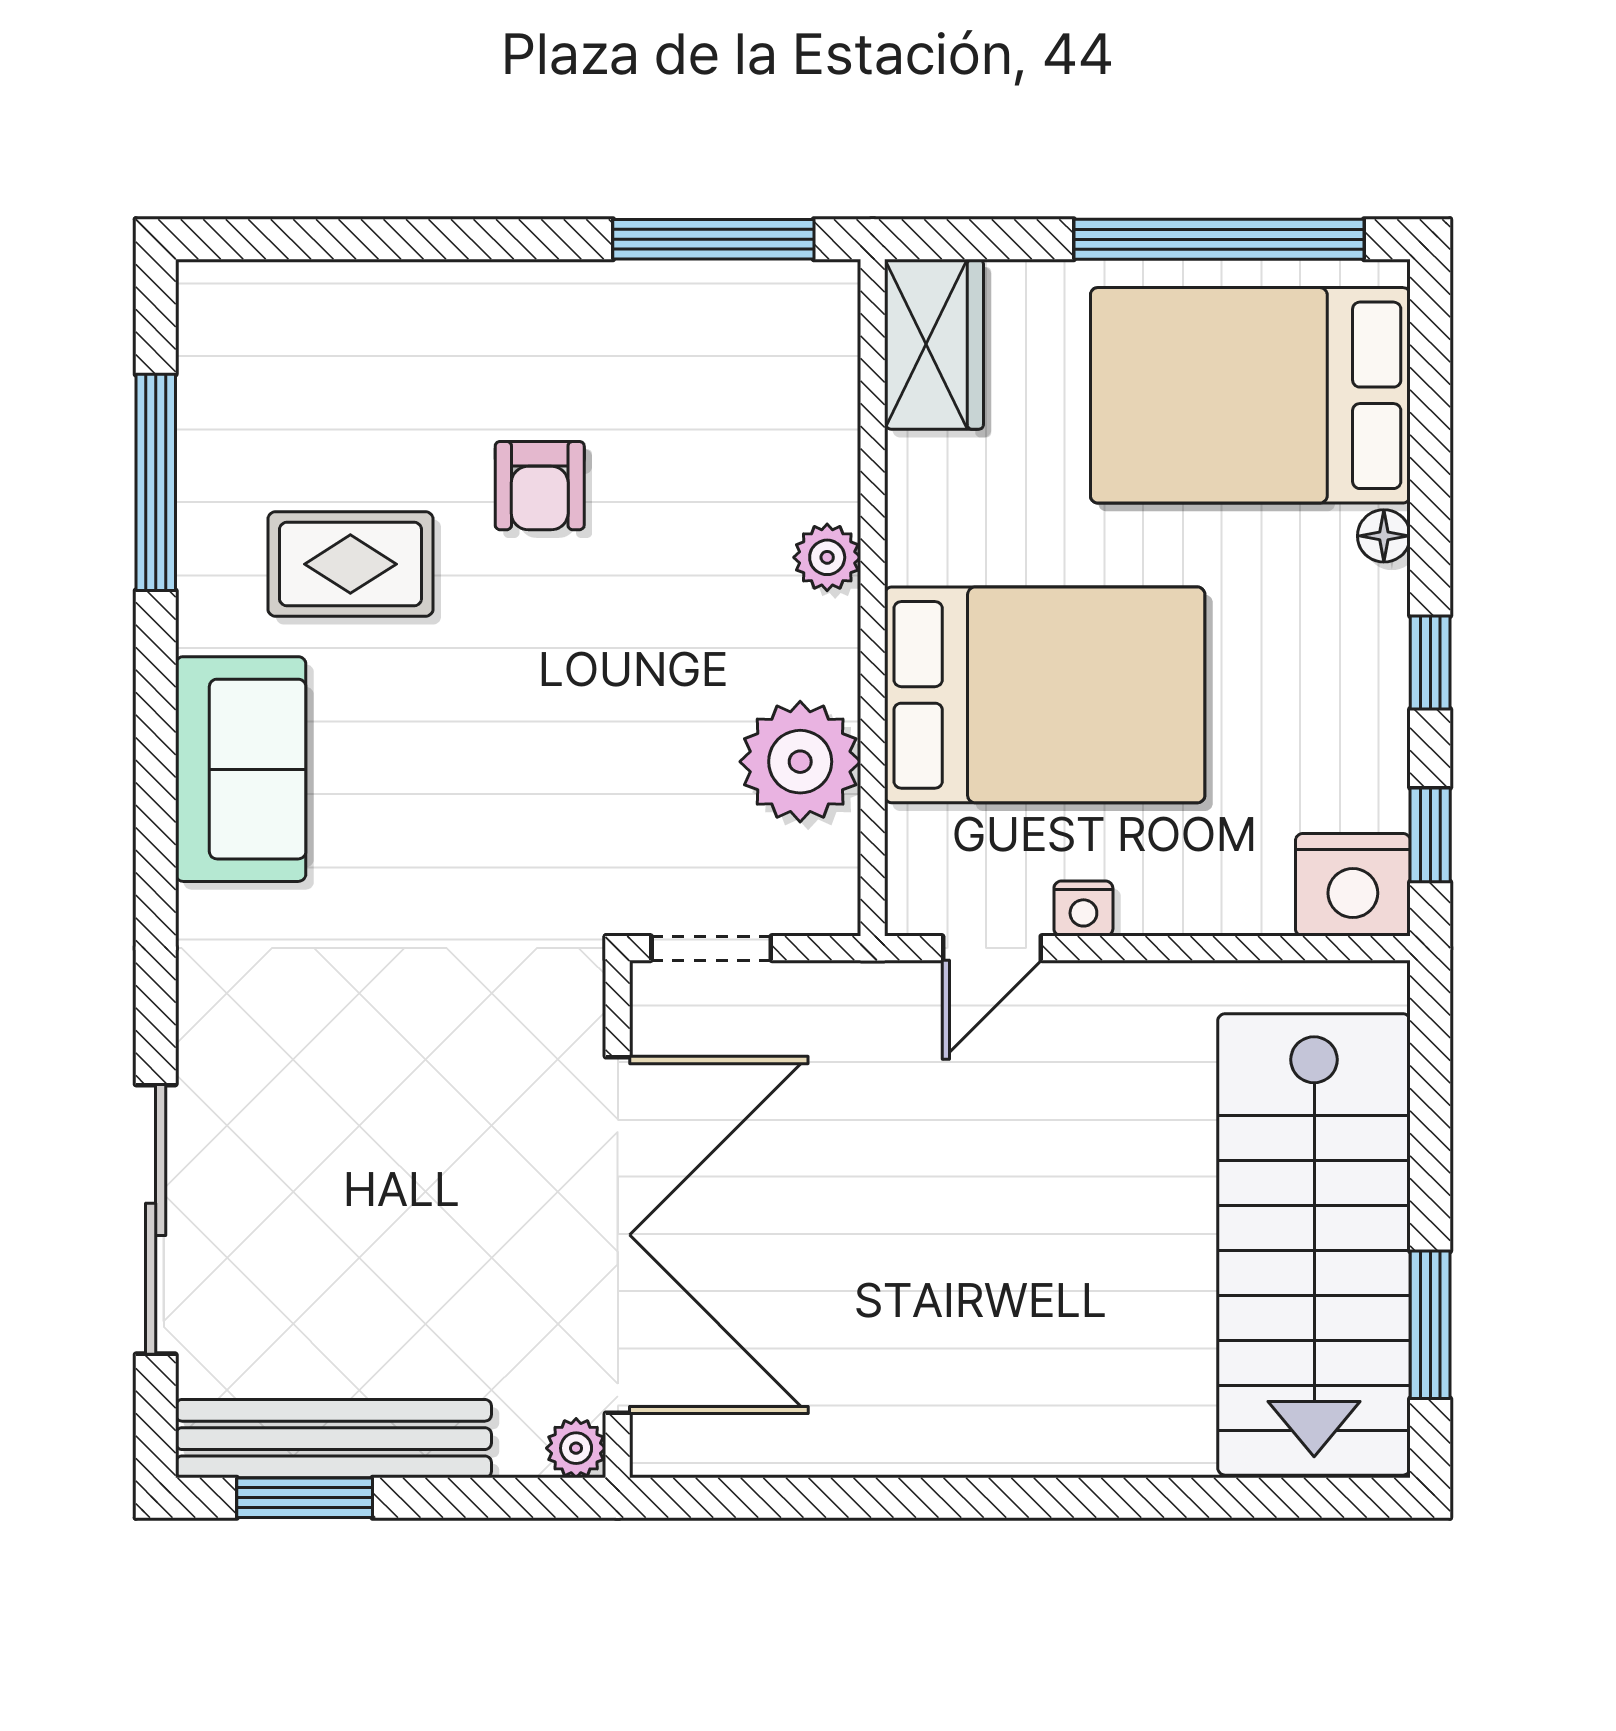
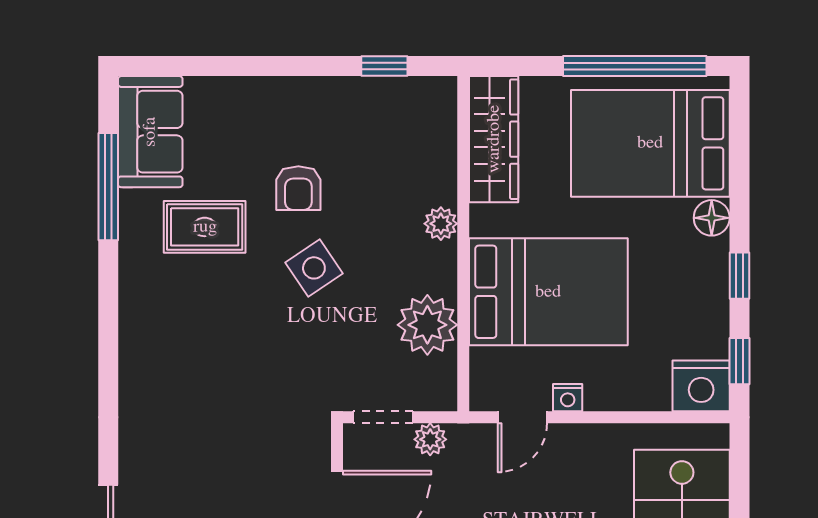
window: (713, 239) -> (384, 66), width x0.46
wardrobe: (934, 344) -> (494, 139), width x1.50
floor lamp: (1384, 536) -> (712, 218), width x1.37, depth x1.37
side table: (571, 647) -> (314, 268), added
sofa: (241, 769) -> (150, 132), moved
plant: (806, 993) -> (430, 439), added

